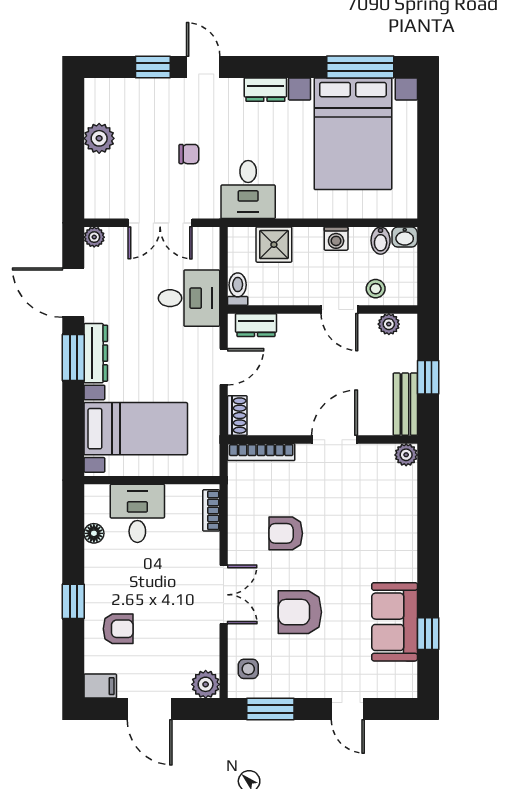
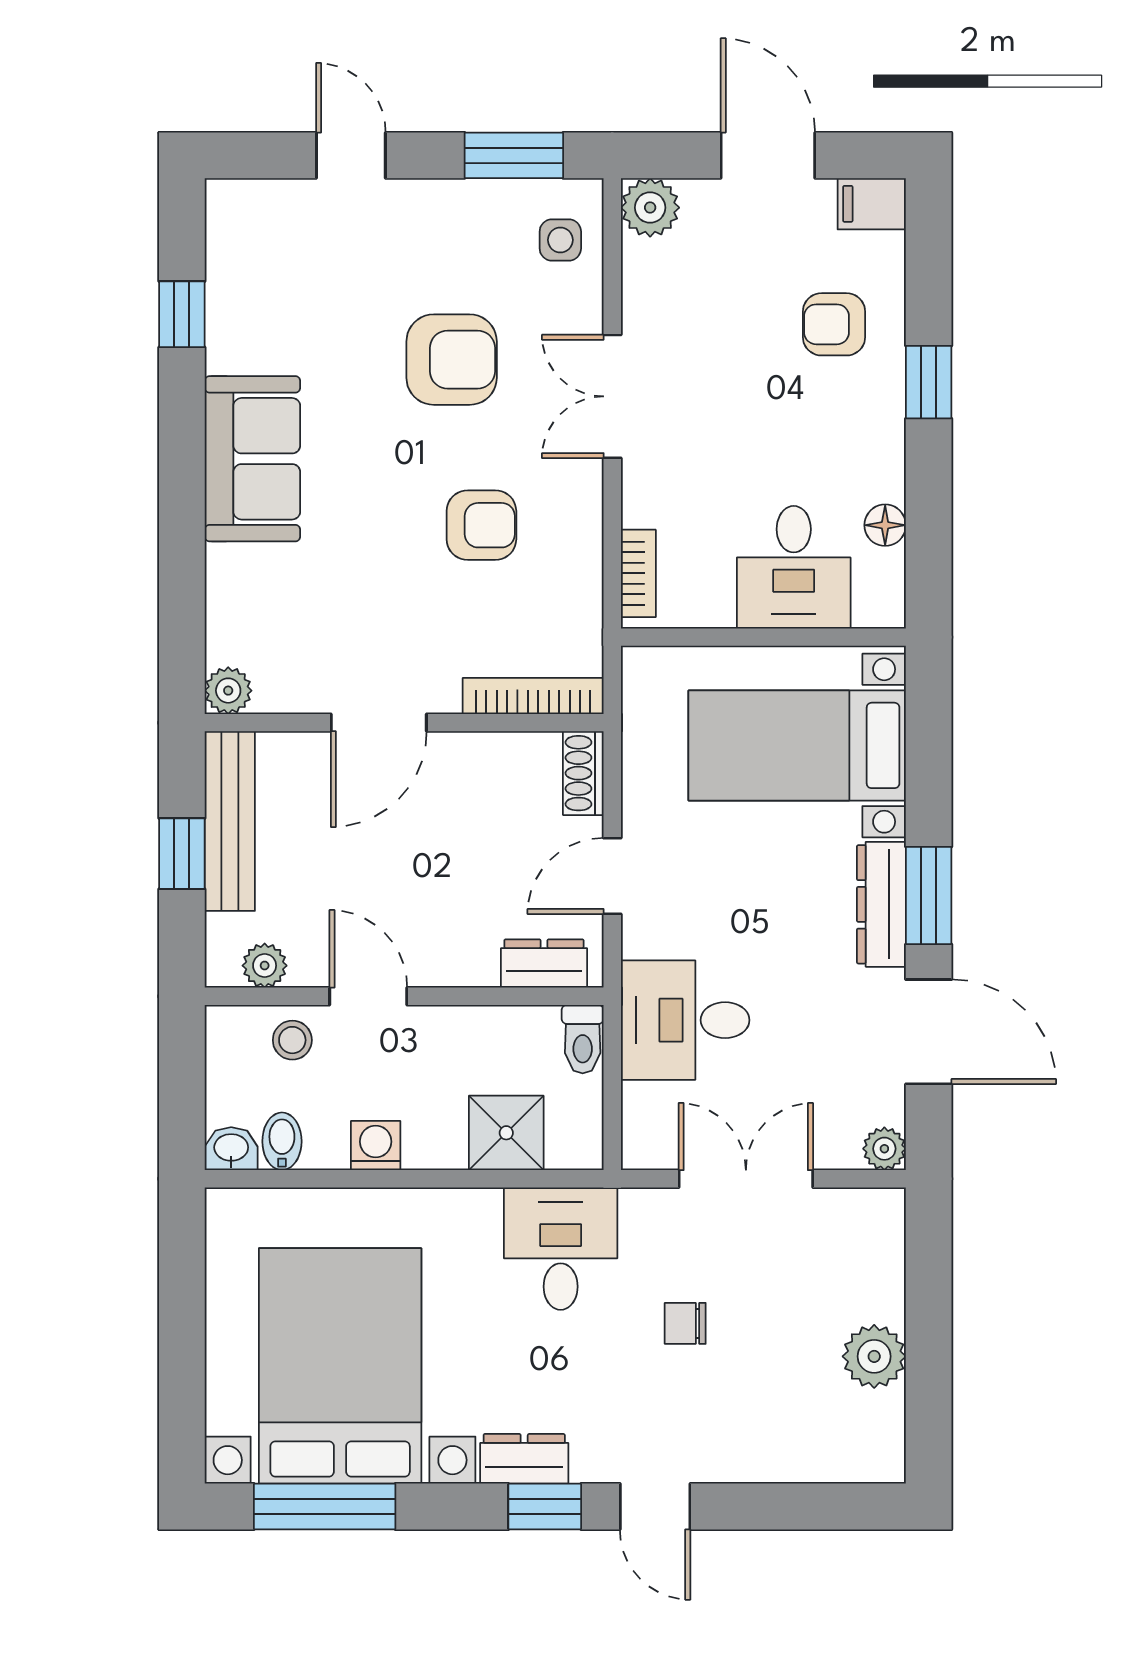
window: (153, 67) -> (545, 1506), moved
bench: (405, 404) -> (230, 821), width x1.36
sofa: (395, 622) -> (252, 459), moved

